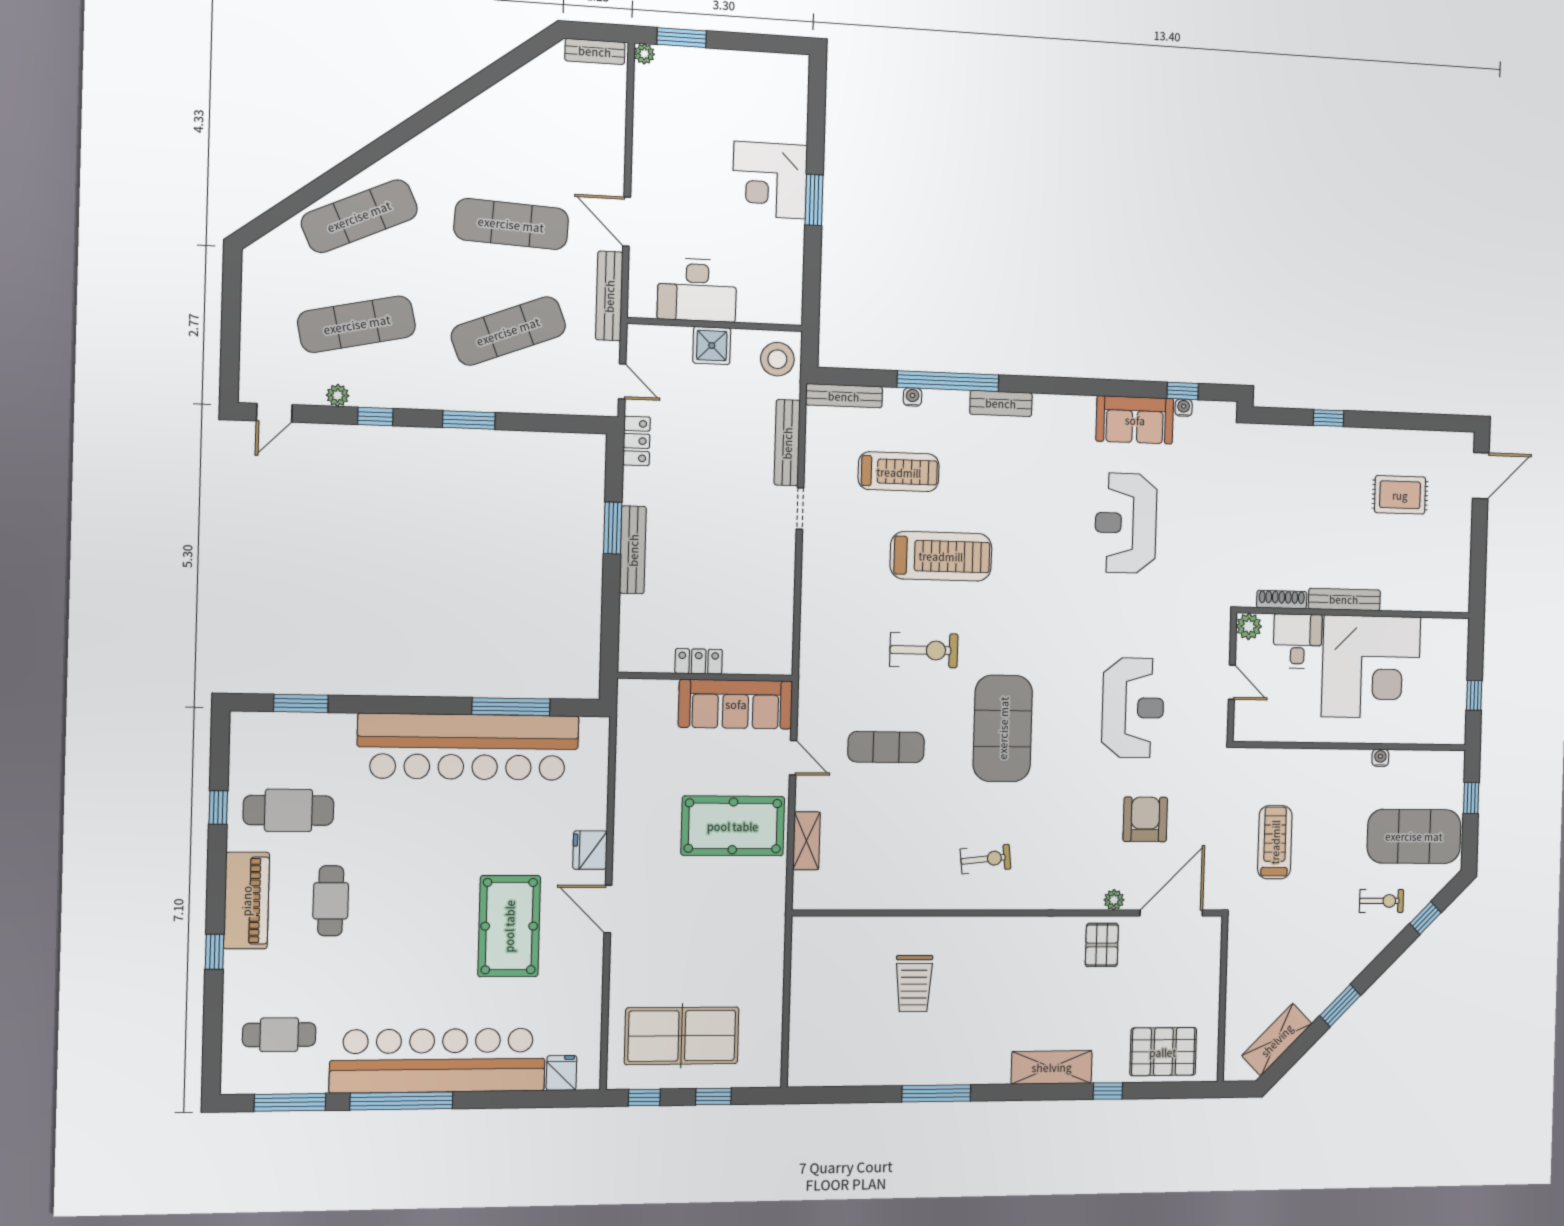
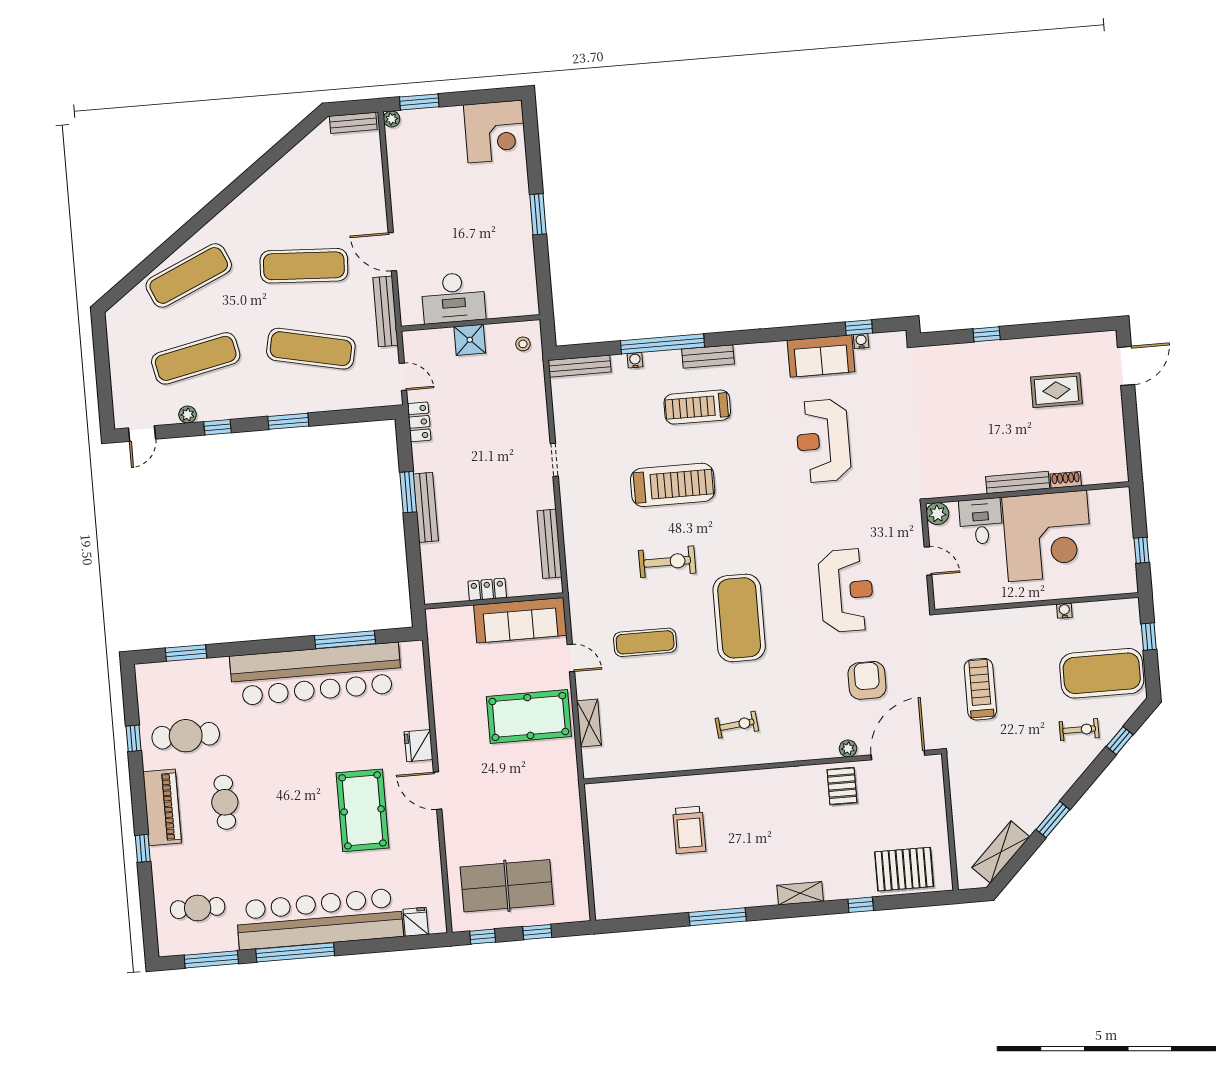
corner desk: (770, 180) -> (495, 132), moved, turned -90
exercise mat: (508, 331) -> (311, 349), turned 33
stool: (777, 359) -> (523, 344), width x0.53, depth x0.53
bench: (787, 443) -> (549, 544), moved
treadmill: (899, 472) -> (697, 407), moved, turned 180
shoe rack: (1282, 600) -> (1066, 480), moved, width x0.70
shelving: (1052, 1067) -> (800, 893), width x0.67, depth x0.75

